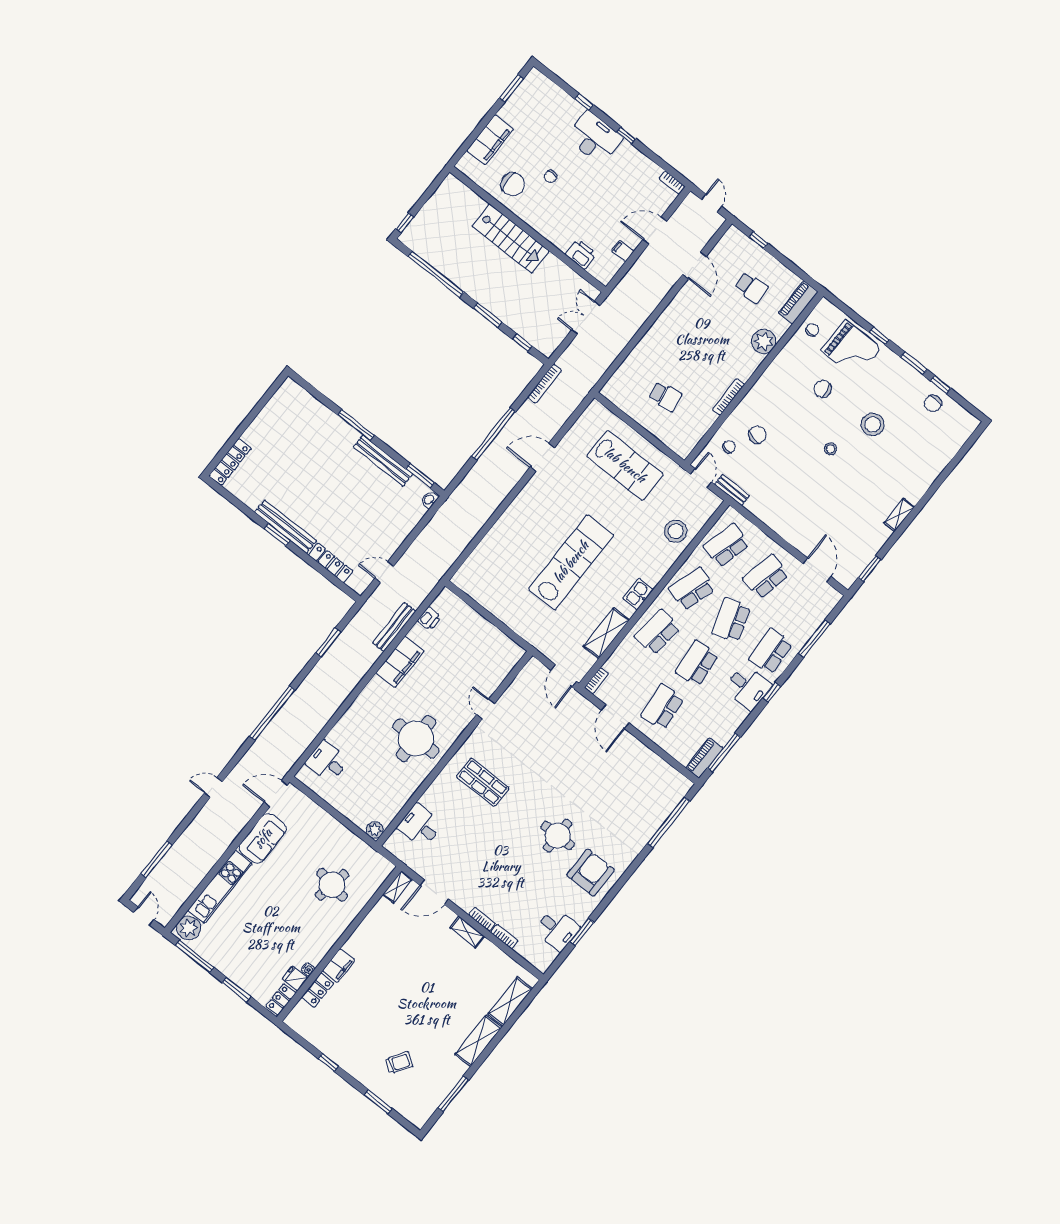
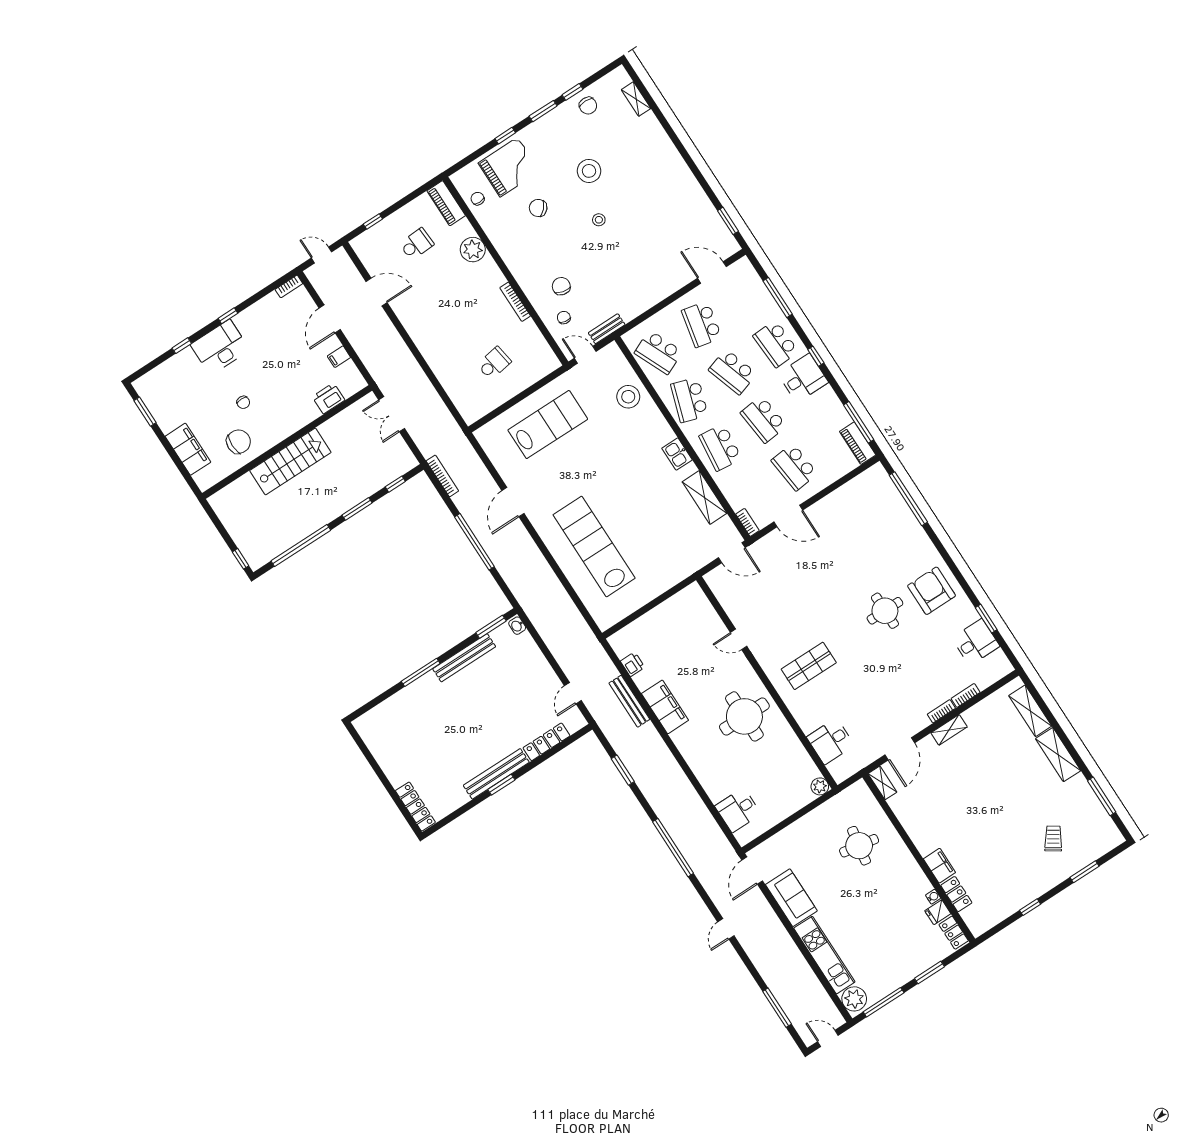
chair: (823, 389) -> (538, 208), turned 55
shelving: (899, 515) -> (636, 99), moved
school desk: (726, 545) -> (658, 352), turned -39
lab bench: (571, 562) -> (594, 546), moved

